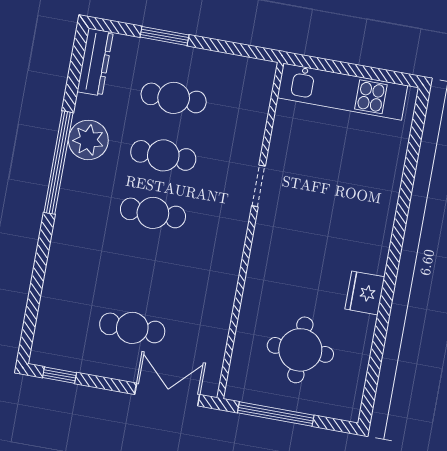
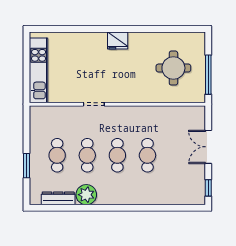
dresser: (95, 62) -> (58, 198), moved
window: (58, 163) -> (100, 208), removed
fridge: (365, 293) -> (118, 40), moved
cafe table: (132, 328) -> (147, 155), moved
double door: (167, 395) -> (208, 147), moved

